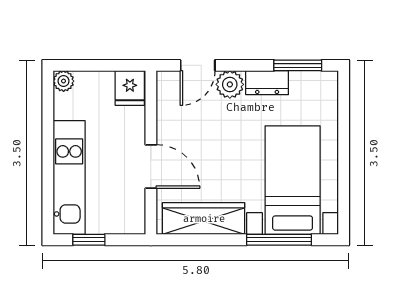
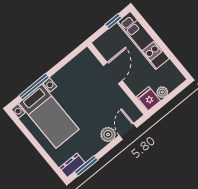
plant: (64, 81) -> (162, 92), moved
dresser: (267, 83) -> (72, 165), moved
door: (151, 166) -> (113, 73), swing flipped
wardrobe: (204, 219) -> (73, 69), removed

